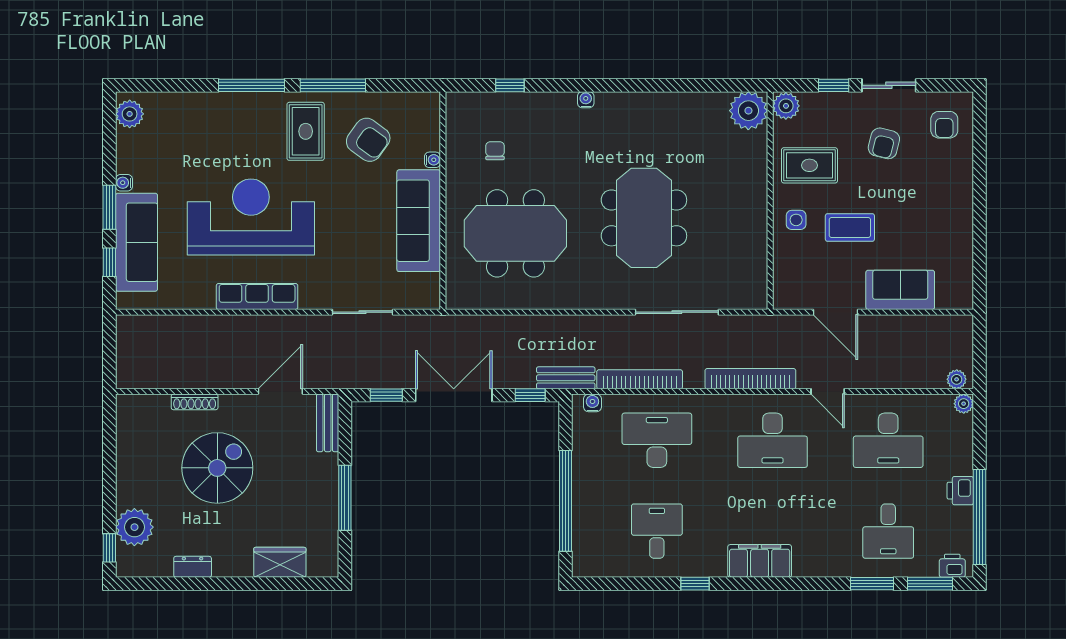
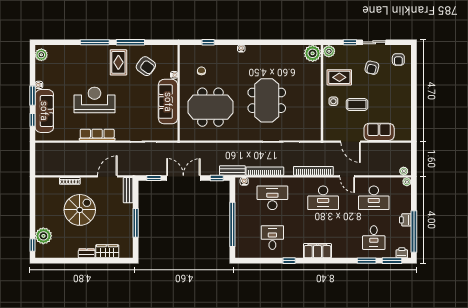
reception desk: (251, 217) -> (94, 100), width x0.74, depth x0.77
dresser: (193, 567) -> (87, 253), moved

